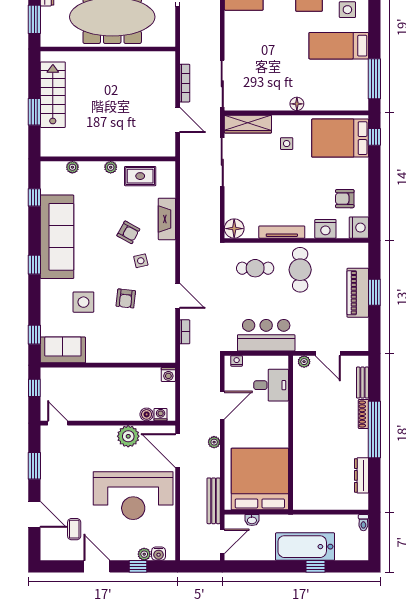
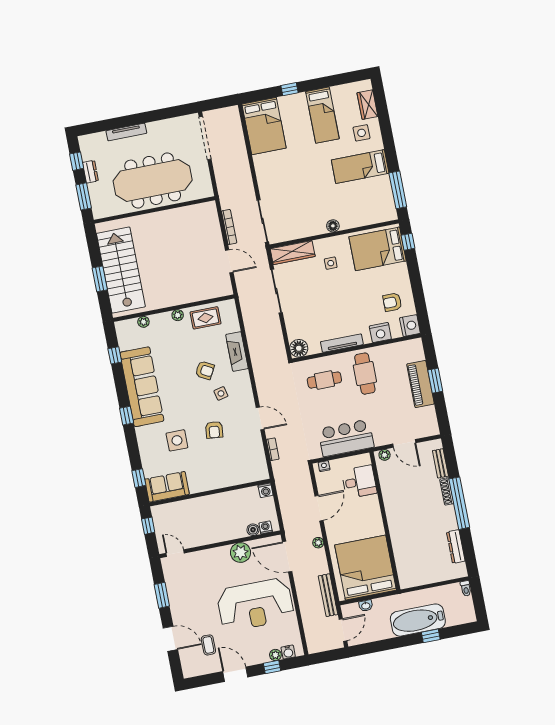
stairs: (53, 95) -> (121, 270), width x1.36, depth x1.51

